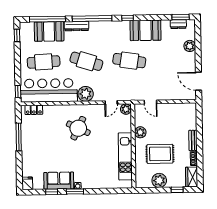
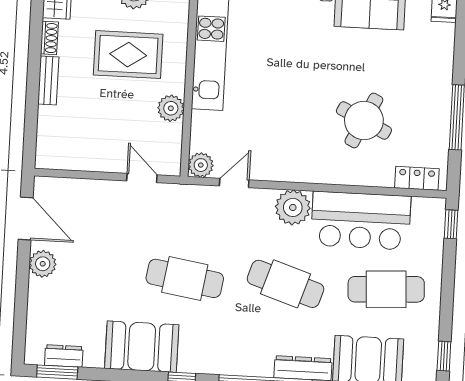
plant: (190, 46) -> (43, 264), moved
bar counter: (49, 90) -> (361, 221), width x0.73
round table: (78, 128) -> (364, 120), moved

